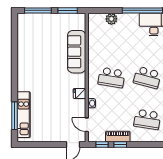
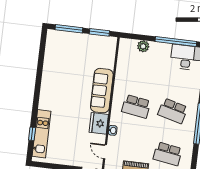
sofa: (77, 52) -> (102, 91), moved
fridge: (80, 94) -> (99, 123), width x1.88, depth x1.34
window: (15, 116) -> (32, 134), width x0.46

